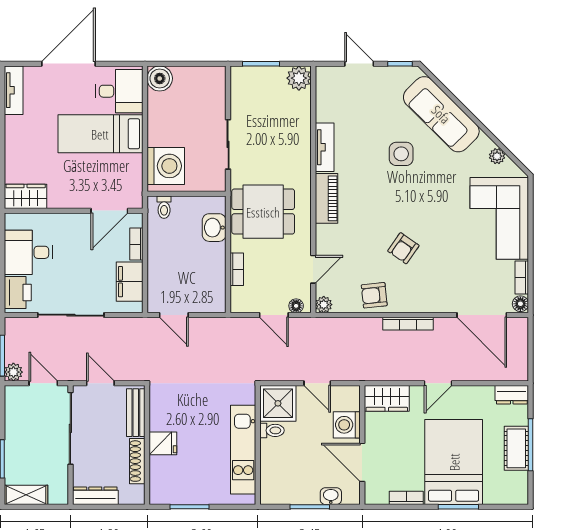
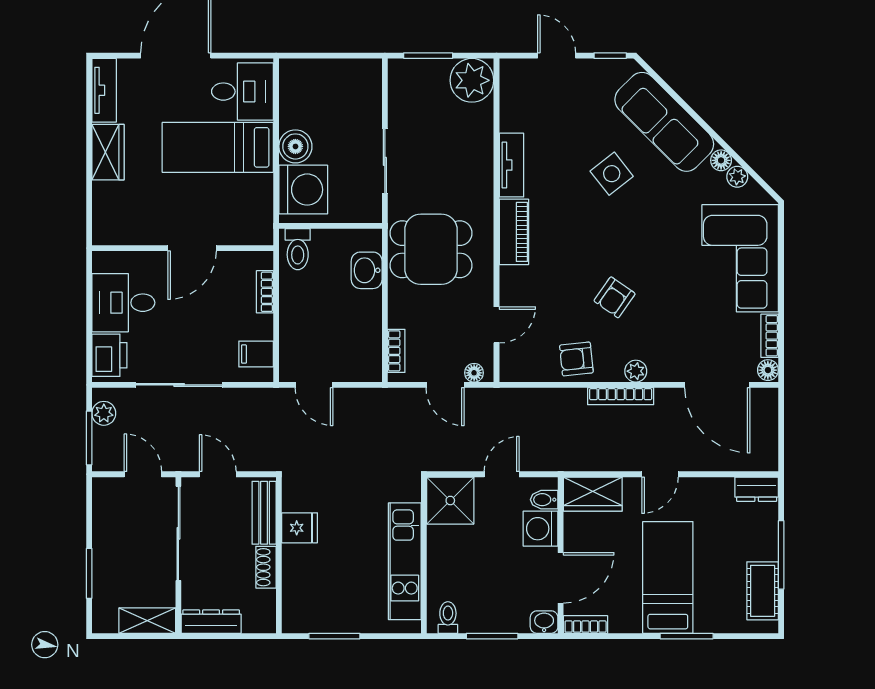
boiler: (160, 78) -> (295, 146), moved
plant: (299, 78) -> (472, 80), width x1.36, depth x1.36
floor lamp: (485, 144) -> (721, 160), added
side table: (401, 154) -> (612, 174), turned -38
wardrobe: (26, 196) -> (108, 152), moved, turned 90
toilet: (164, 207) -> (298, 249), width x1.37, depth x1.39
door: (109, 211) -> (192, 248), moved
bookcase: (237, 269) -> (396, 351), moved
filing cabinet: (130, 282) -> (256, 354), width x0.50
plant: (324, 305) -> (636, 371), moved
plant: (13, 372) -> (104, 413), moved
door: (317, 383) -> (502, 474), swing flipped
bidet: (350, 403) -> (544, 500), added
toilet: (272, 430) -> (448, 617), moved, turned -90
fridge: (163, 443) -> (300, 528), moved
cot: (516, 448) -> (763, 591), moved
shoe rack: (137, 461) -> (266, 567), width x0.70
door: (362, 462) -> (561, 578), swing flipped
bed: (454, 462) -> (668, 577), width x0.67
shelving: (26, 495) -> (147, 621), moved
washbasin: (331, 496) -> (544, 622), moved
bookcase: (406, 498) -> (586, 624), moved

